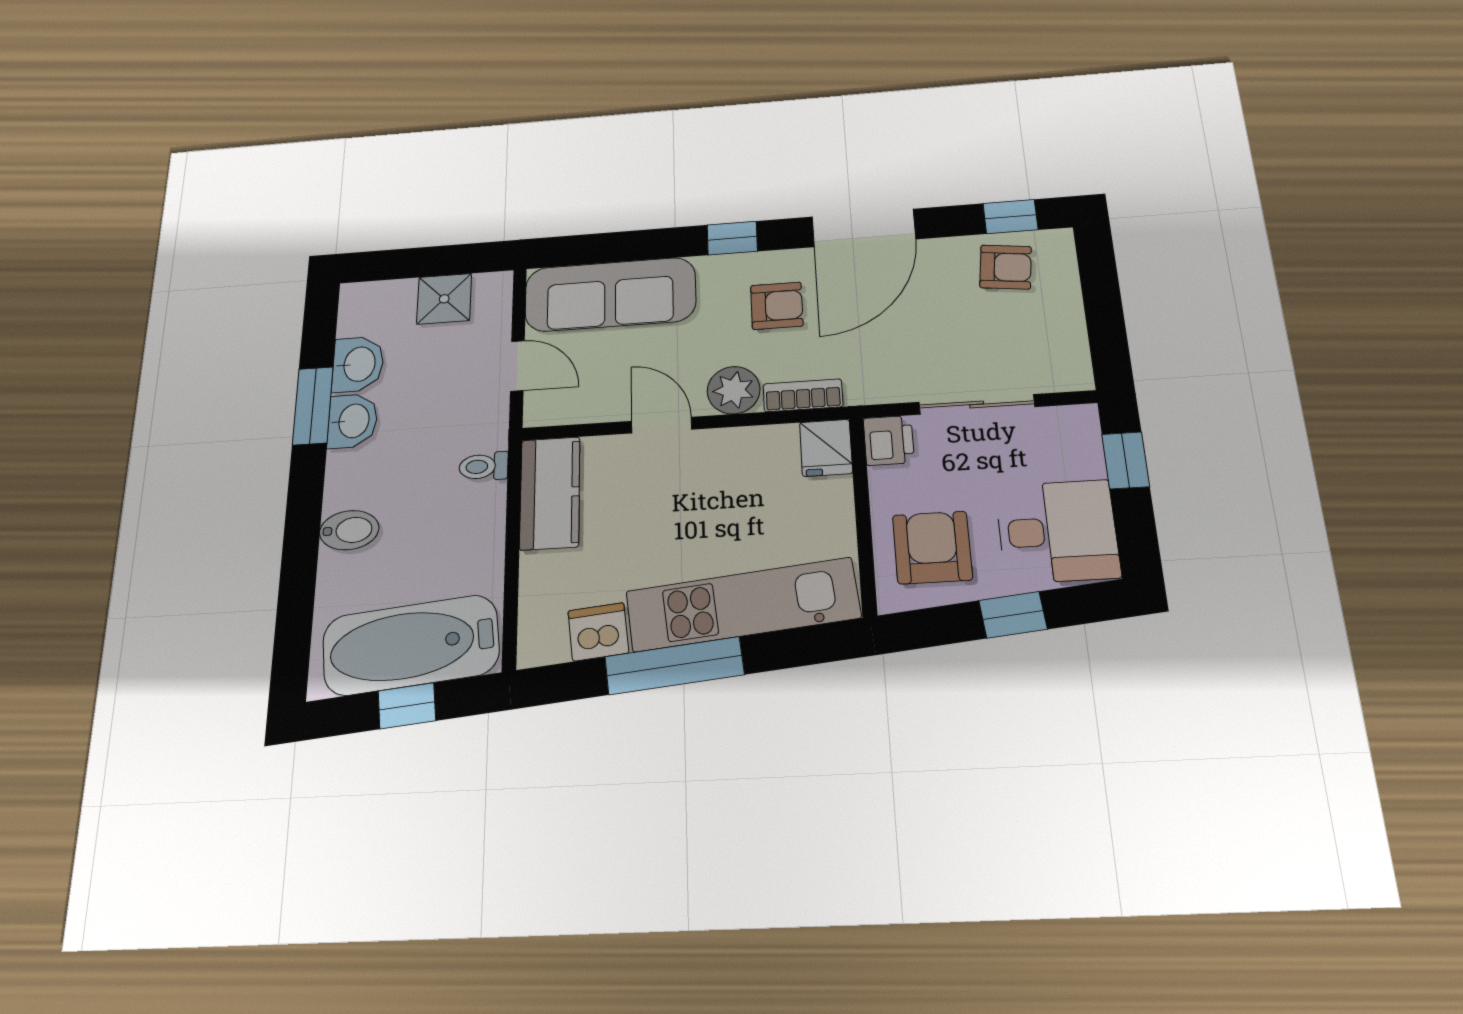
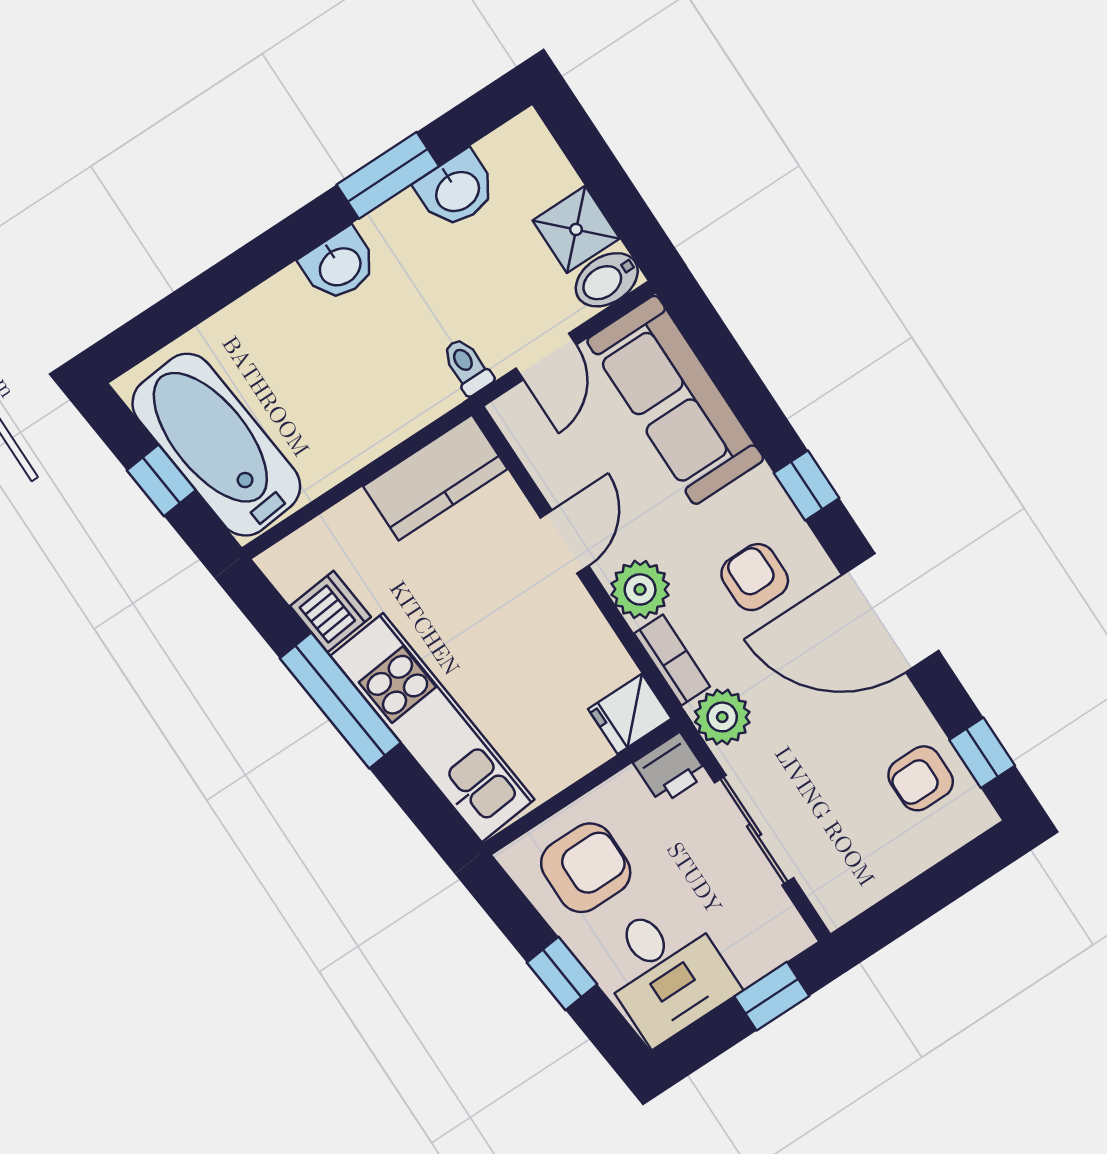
armchair: (1006, 267) -> (921, 778), turned 83
armchair: (777, 306) -> (755, 577), turned 180
plant: (871, 382) -> (722, 717), added
washbasin: (353, 421) -> (339, 265), moved
toilet: (484, 466) -> (467, 366), moved
bidet: (349, 530) -> (607, 280), moved, turned 90

